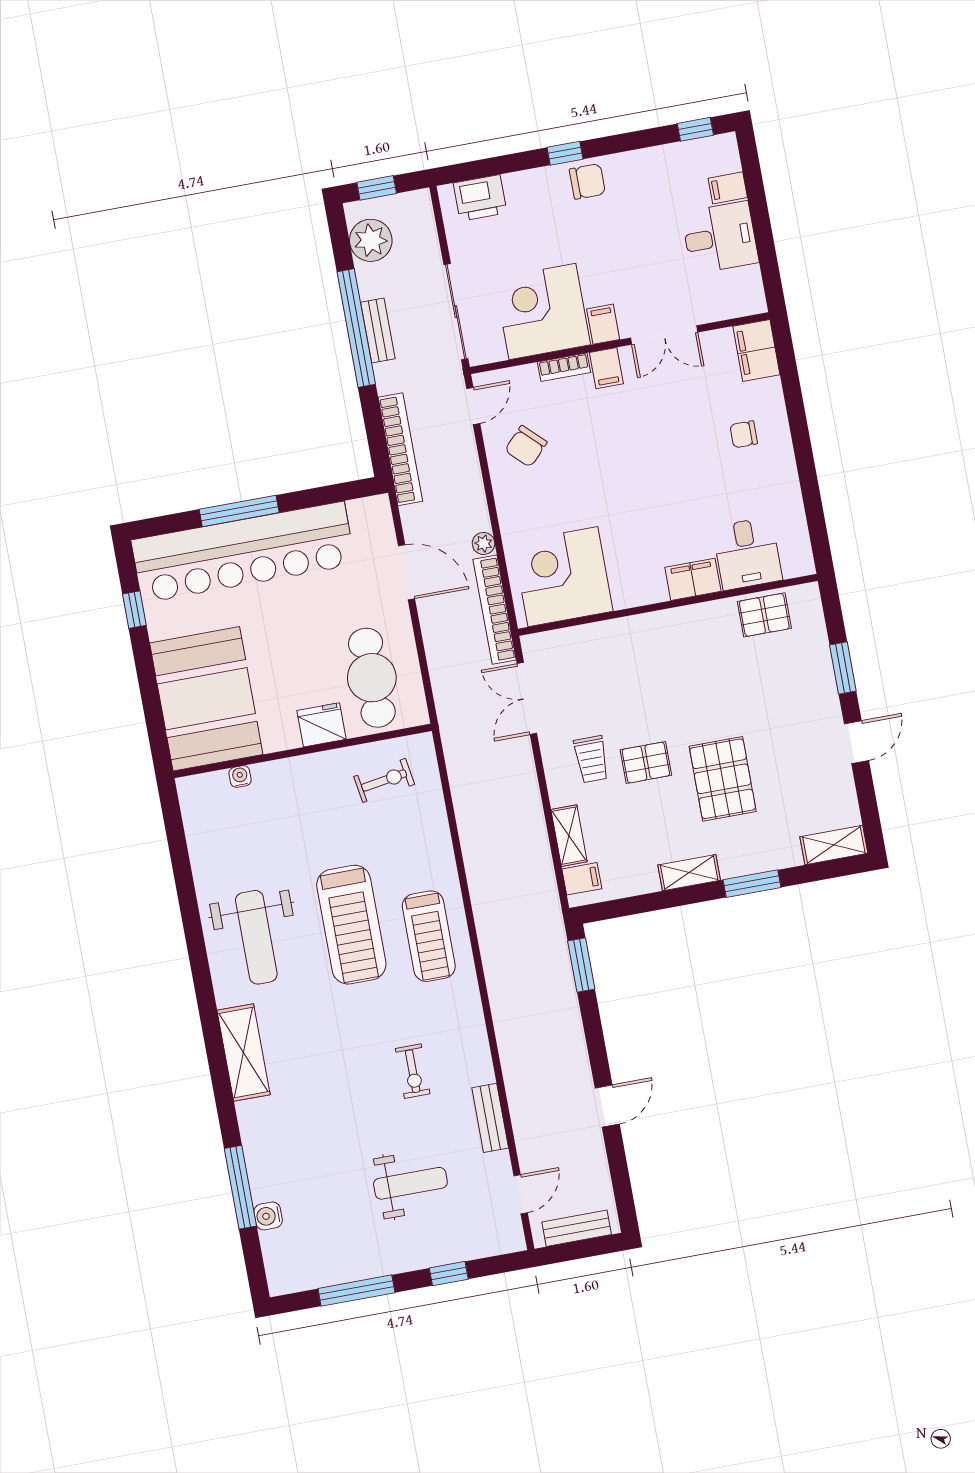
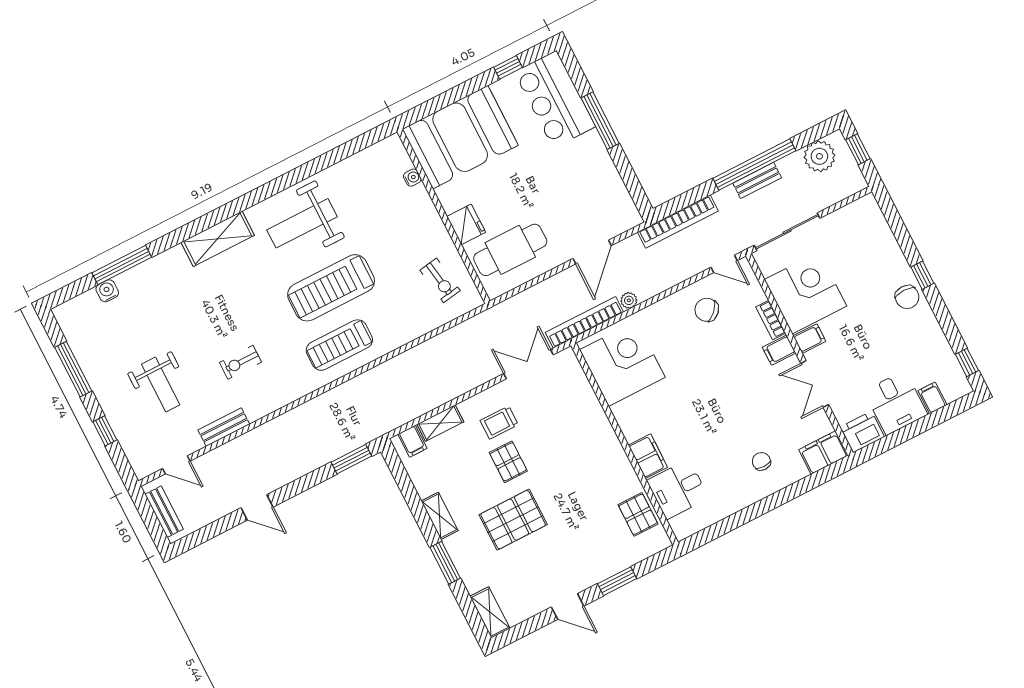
printer: (480, 198) -> (862, 432), moved, turned 90
bar counter: (243, 552) -> (555, 99), width x0.54

